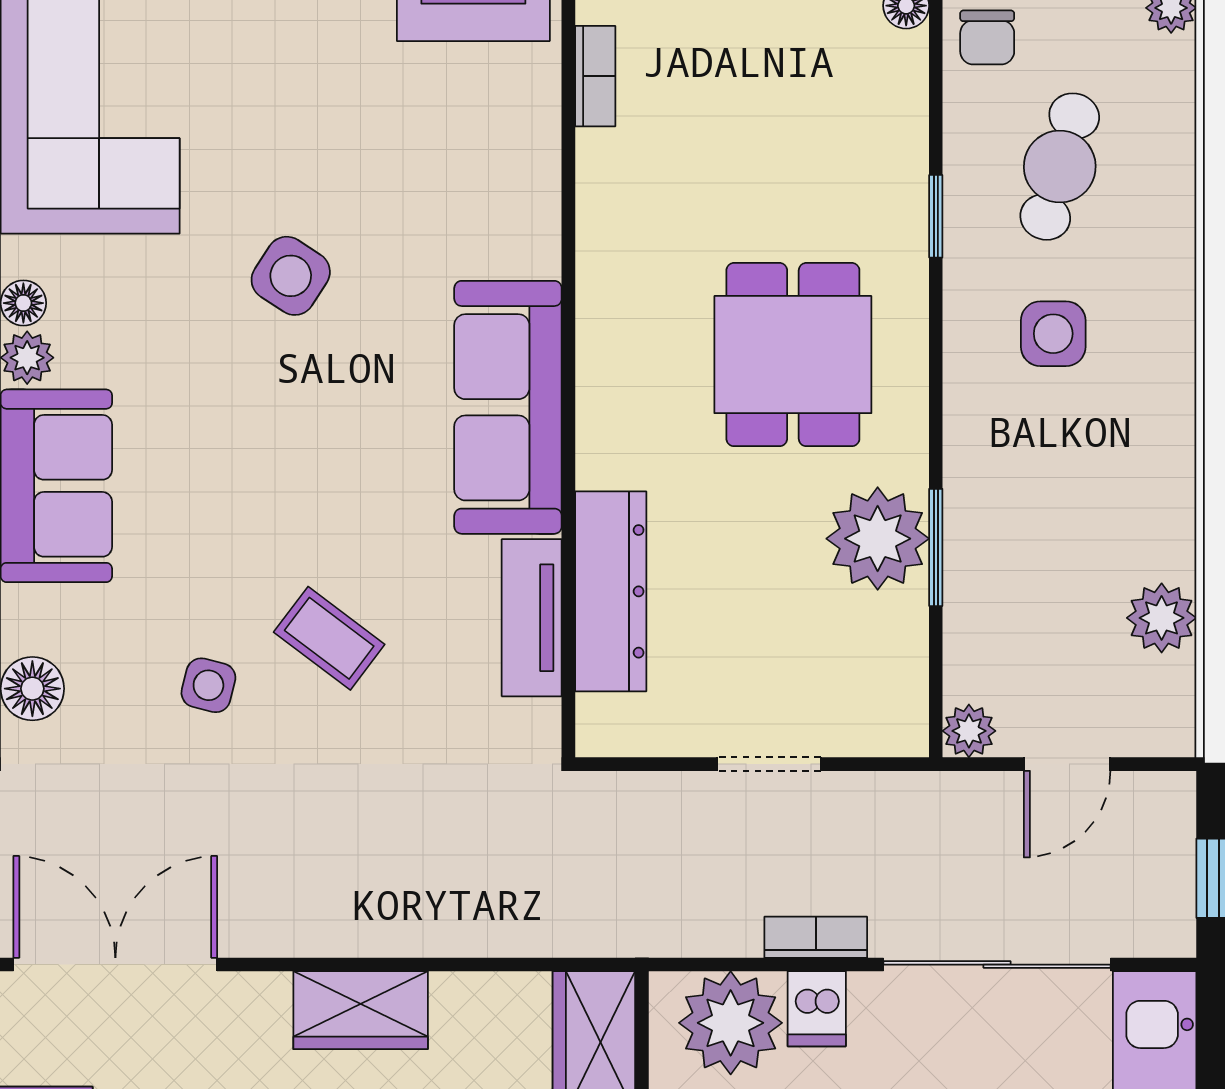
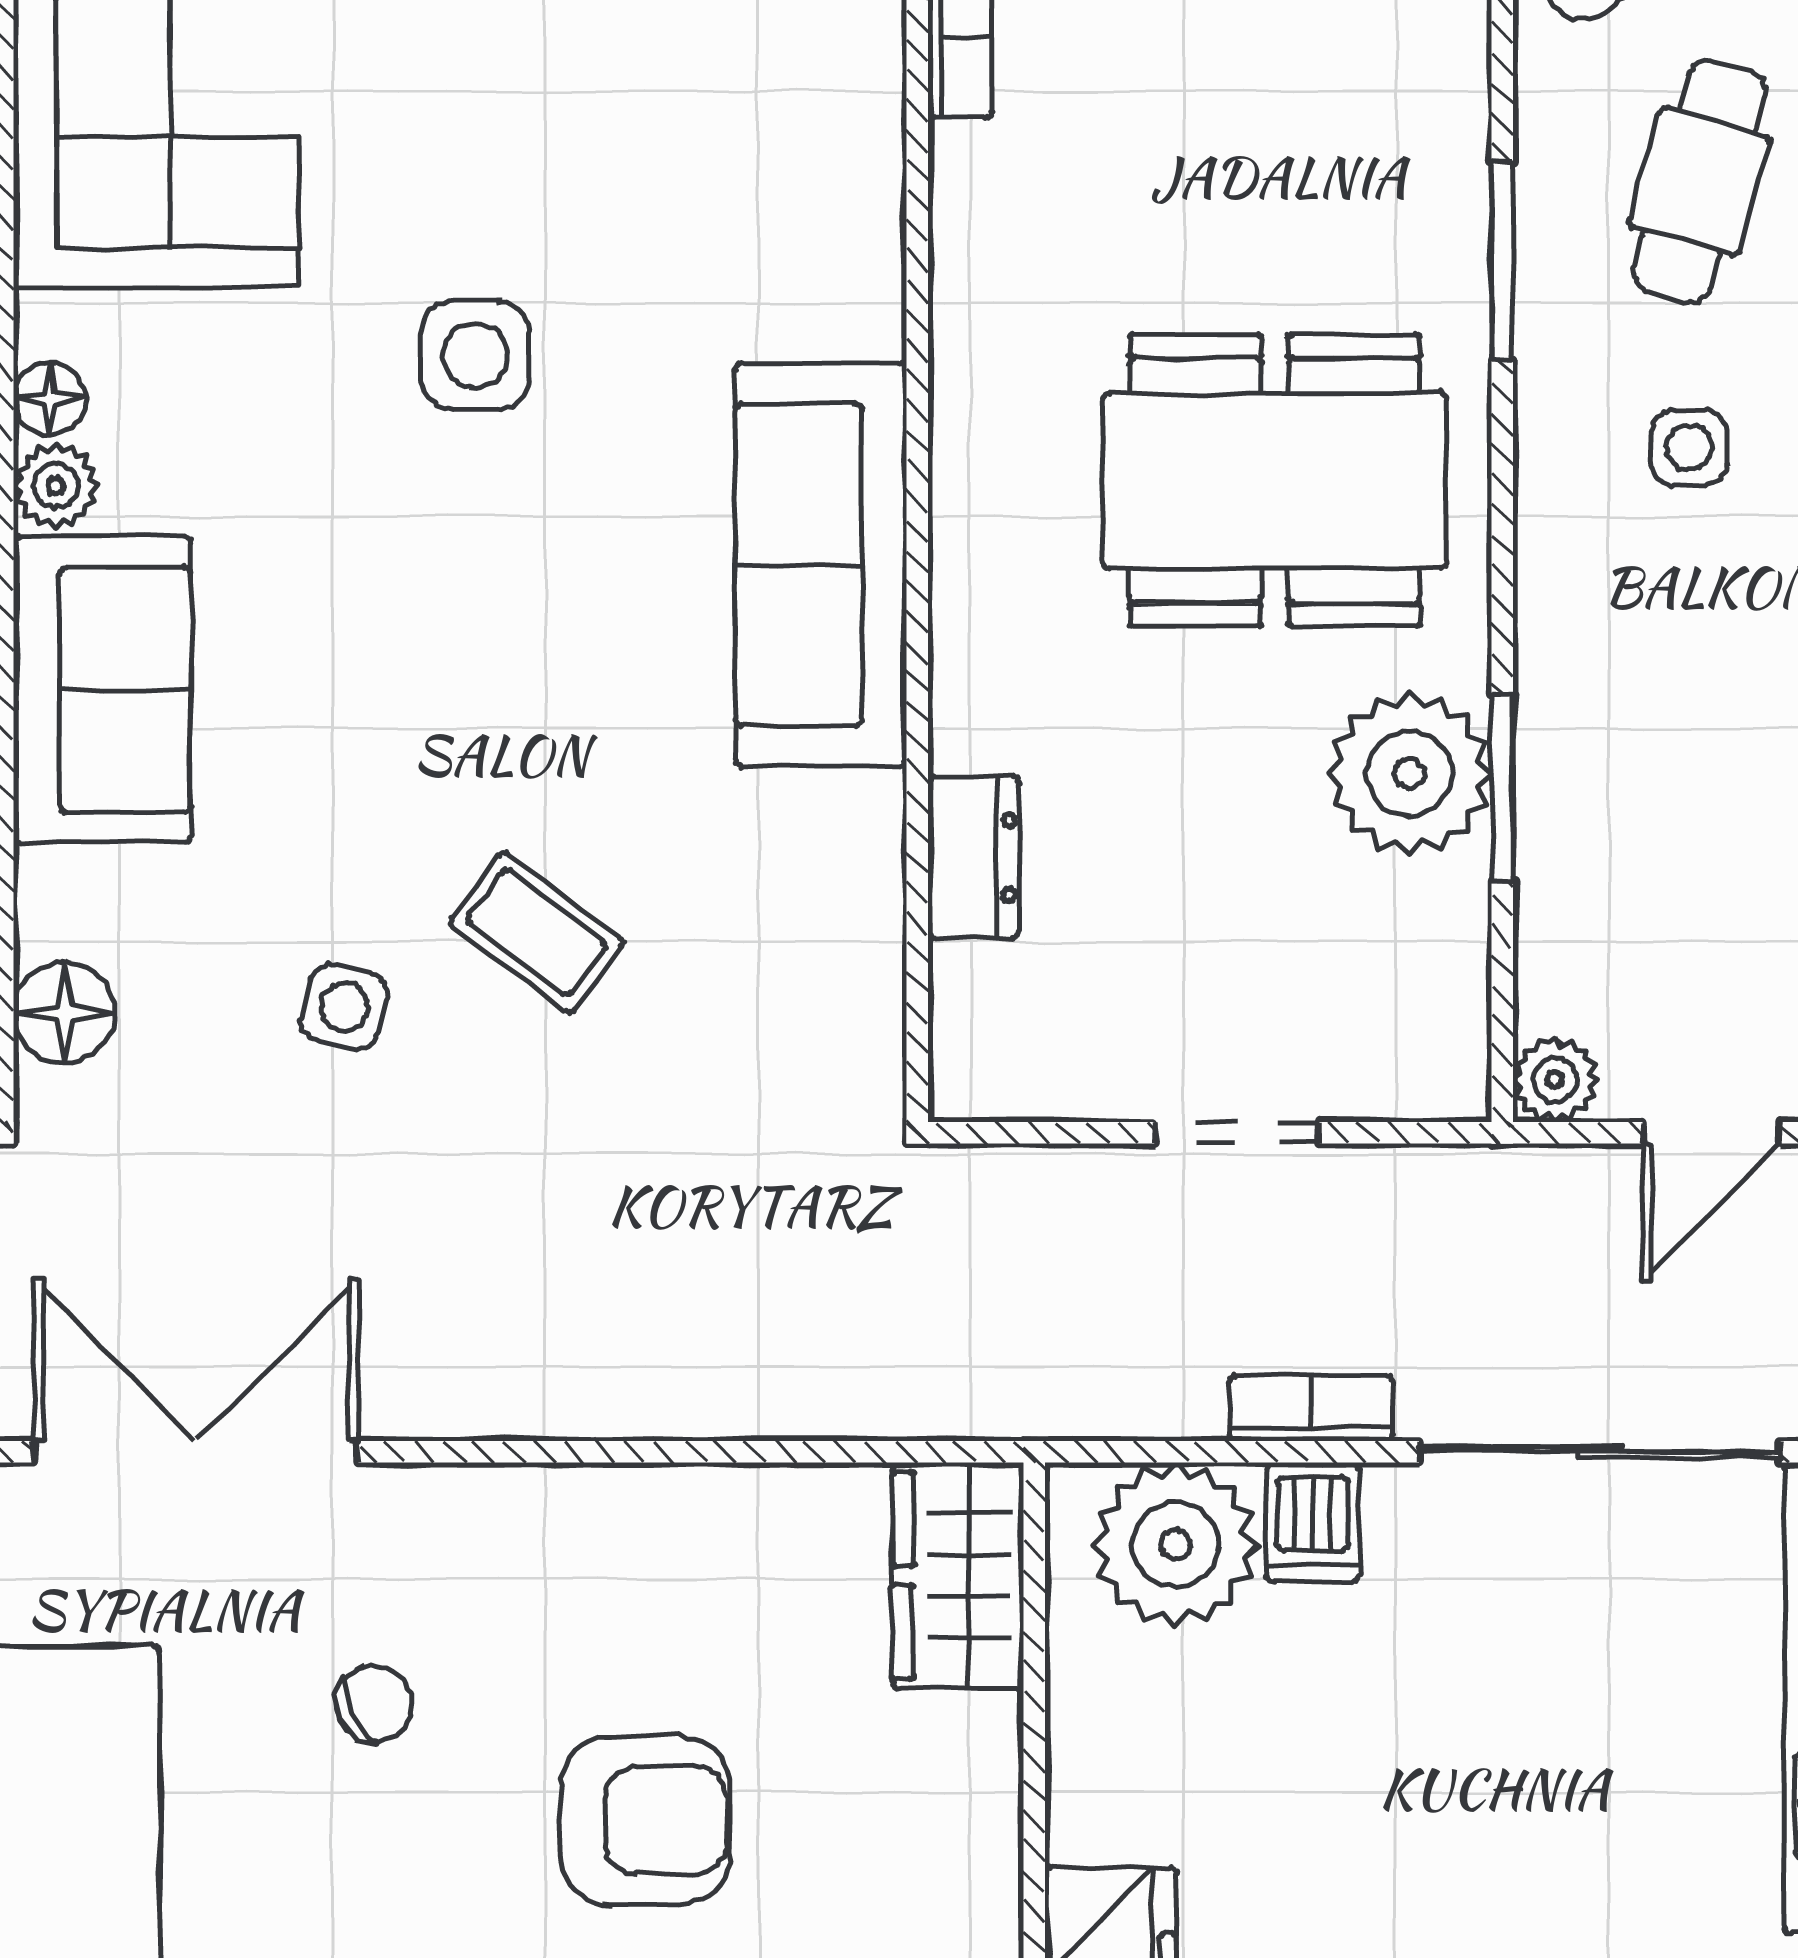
window: (936, 216) -> (1502, 261), width x1.50
side table: (291, 276) -> (475, 355), turned -33
side table: (1053, 334) -> (1689, 447), width x0.73, depth x0.73
dining table: (793, 355) -> (1275, 481), width x1.37
dresser: (611, 591) -> (974, 858), width x0.51, depth x0.80
tv unit: (532, 618) -> (859, 900), removed
wardrobe: (361, 1010) -> (586, 1524), removed

